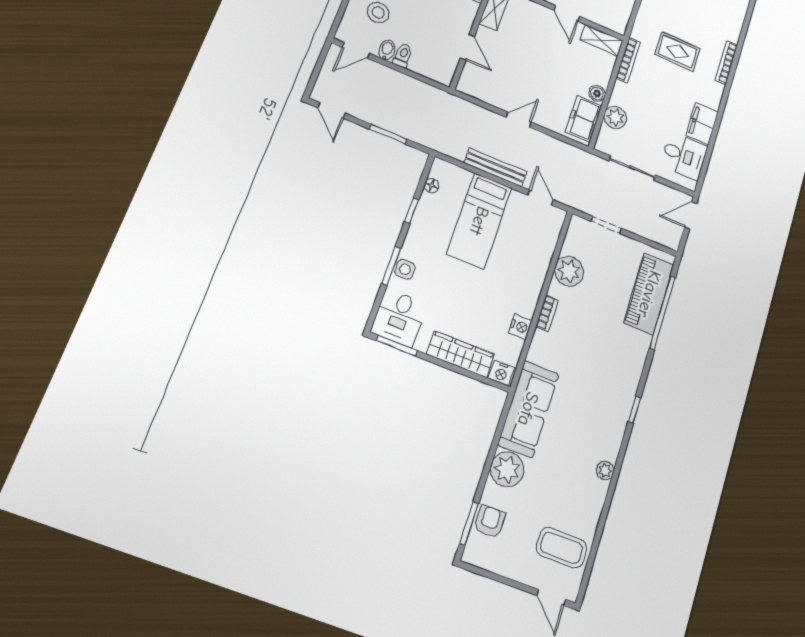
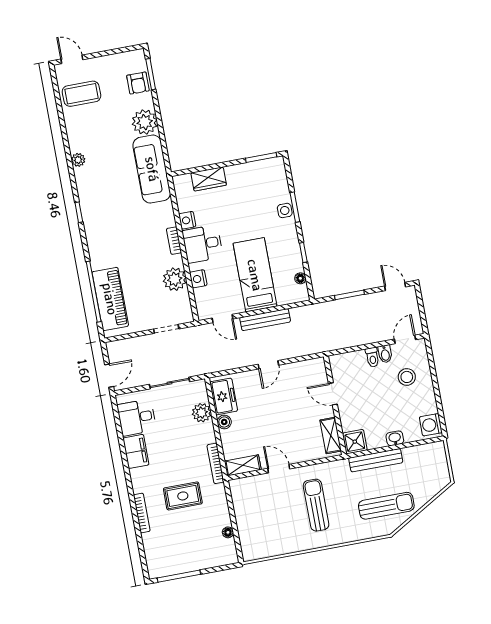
desk: (399, 318) -> (203, 244), moved, turned -90
wardrobe: (461, 354) -> (209, 179), width x0.67
nightstand: (501, 373) -> (198, 279), moved, turned -90

